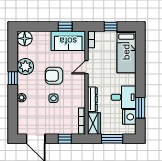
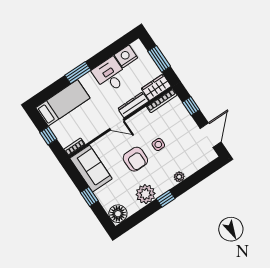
window: (65, 27) -> (89, 197), moved
door: (86, 67) -> (117, 125), moved
window: (140, 108) -> (78, 73), moved

